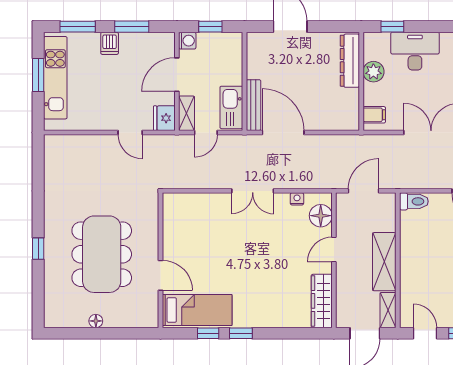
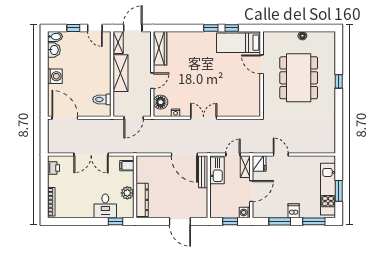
desk: (415, 51) -> (105, 206), width x0.73
toilet: (414, 201) -> (102, 99), moved

